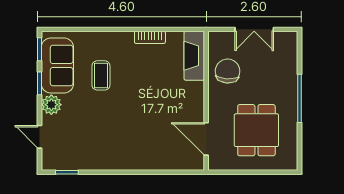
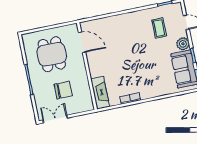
double door: (254, 29) -> (55, 119), moved
chair: (228, 71) -> (63, 90), moved, turned -94
coffee table: (101, 75) -> (159, 28), moved

